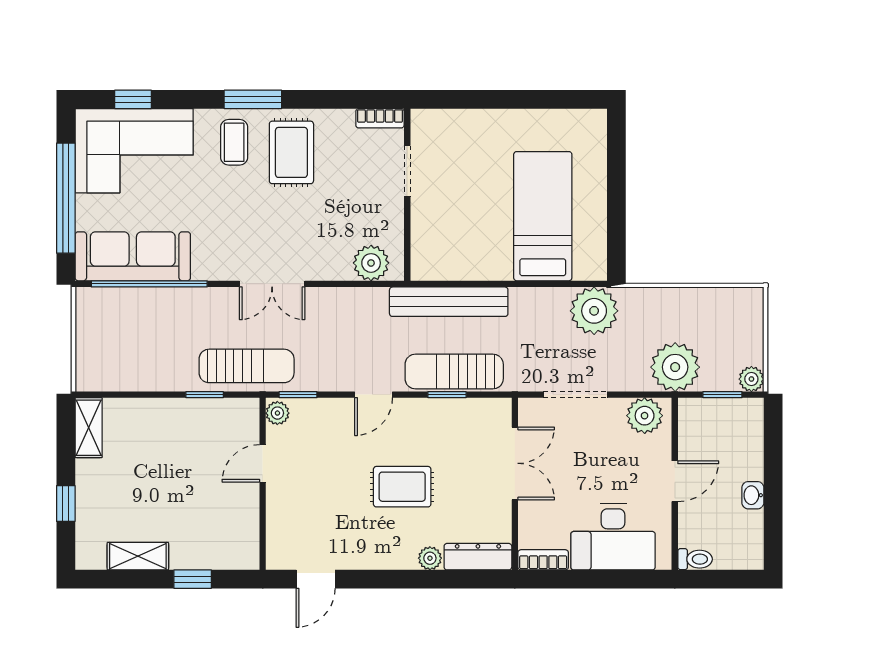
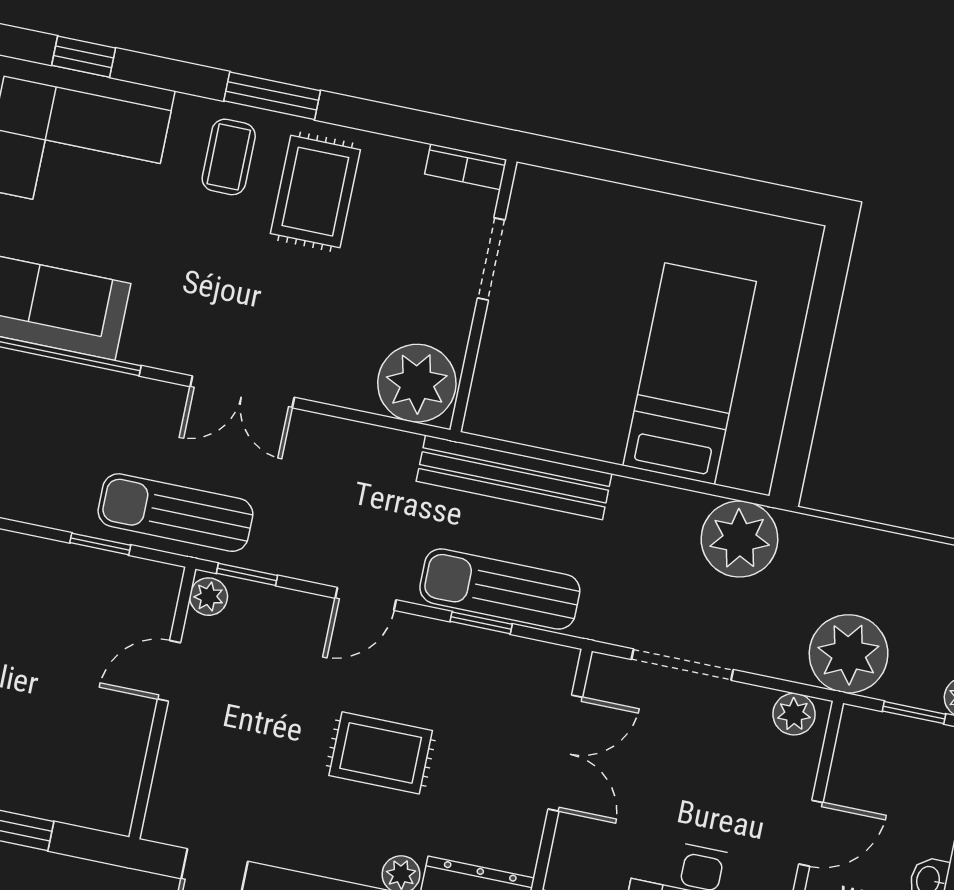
plant: (371, 263) -> (417, 383), width x1.36, depth x1.36
sun lounger: (247, 366) -> (175, 513), turned 180
plant: (645, 416) -> (794, 714), width x0.73, depth x0.73

